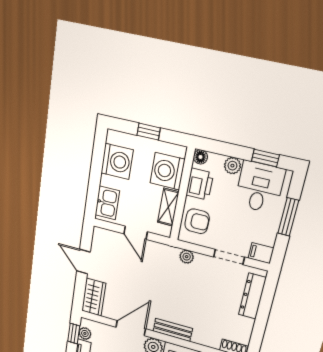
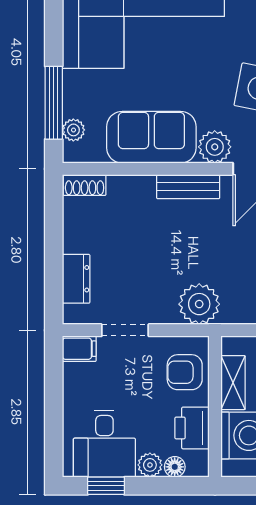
floor lamp: (200, 157) -> (175, 467), moved
window: (288, 217) -> (54, 411), removed
plant: (187, 257) -> (199, 304), width x1.87, depth x1.87
dresser: (252, 296) -> (76, 279), width x0.70

